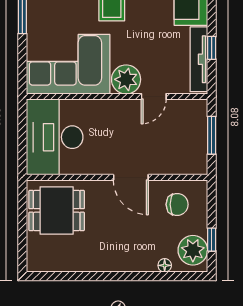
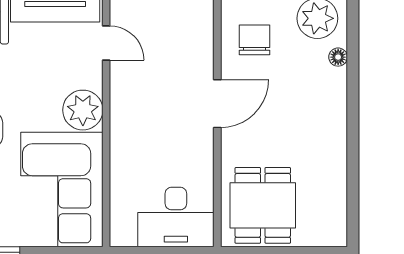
door: (154, 96) -> (106, 43), moved
desk: (55, 137) -> (176, 217), width x0.73, depth x0.77

